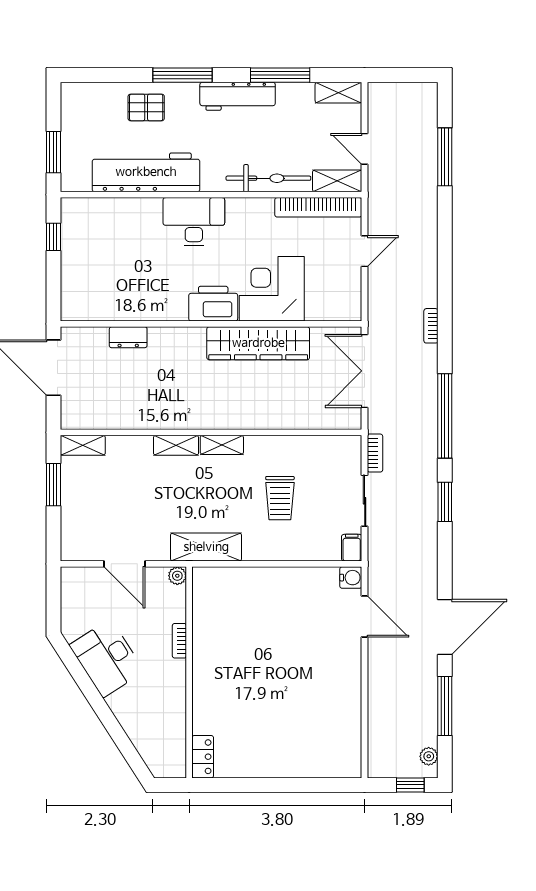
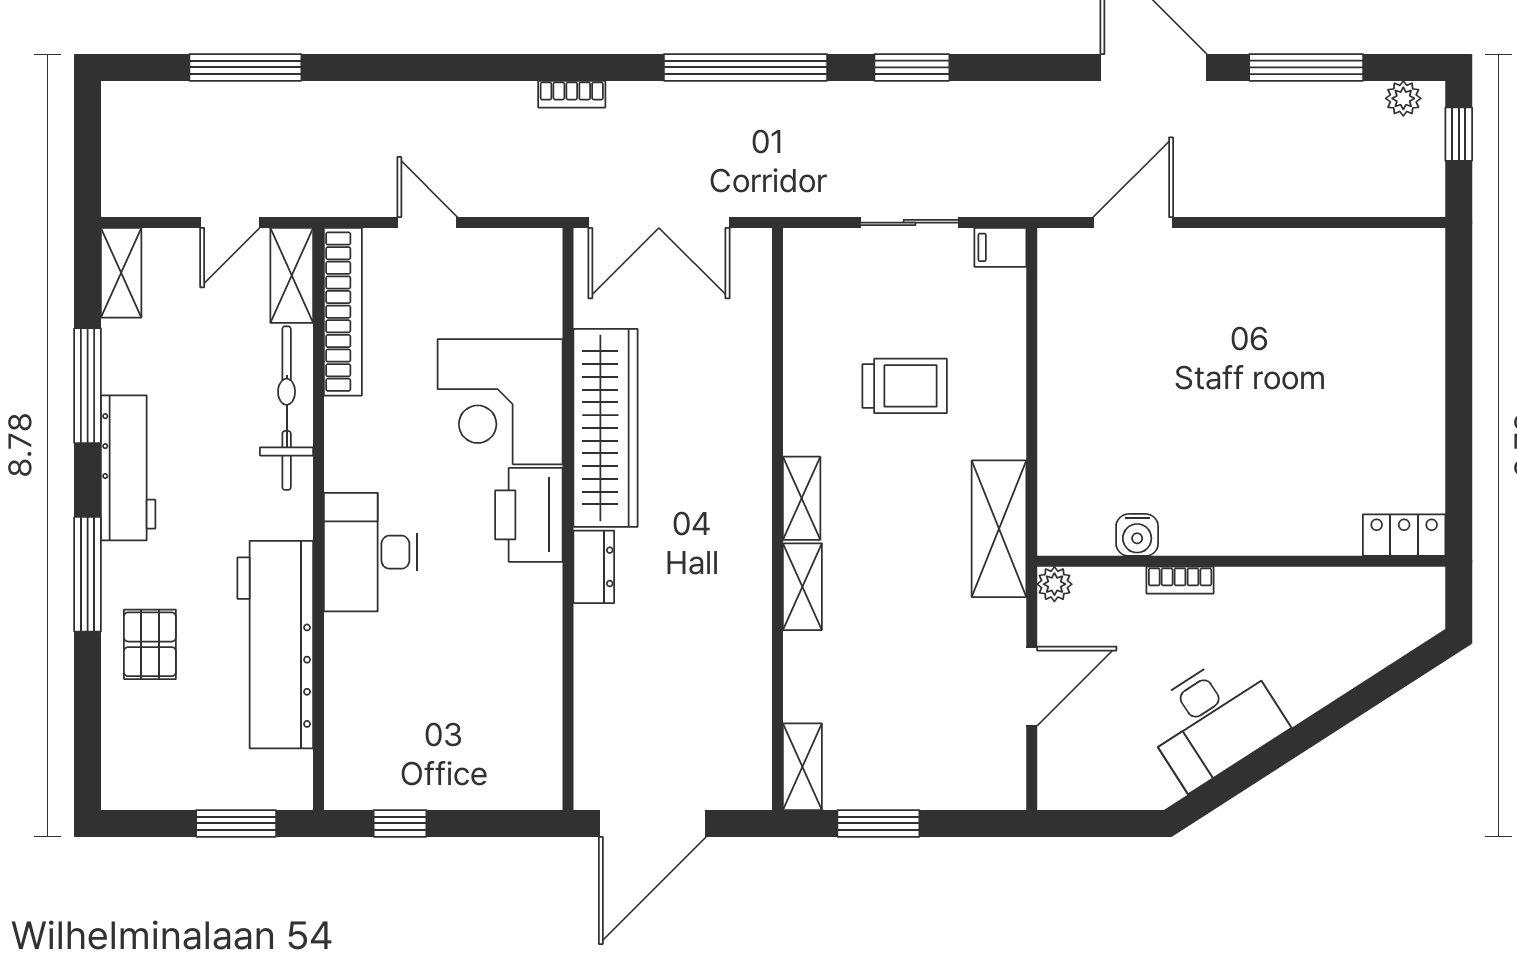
dresser: (128, 337) -> (594, 567), moved
bookcase: (375, 453) -> (817, 202), removed
water cooler: (351, 578) -> (1137, 535), moved, turned 180

